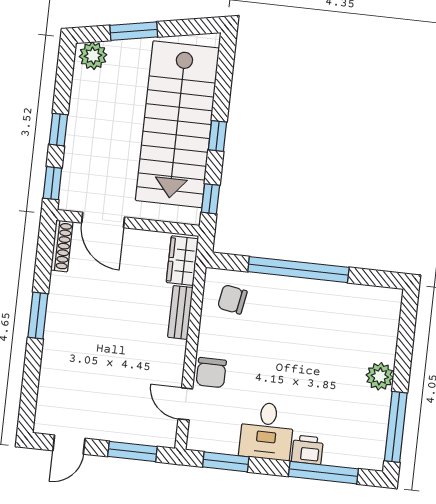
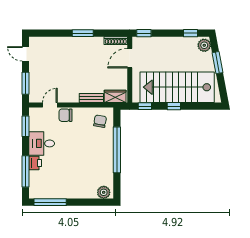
window: (58, 130) -> (190, 33), moved
plant: (380, 376) -> (104, 192), moved

